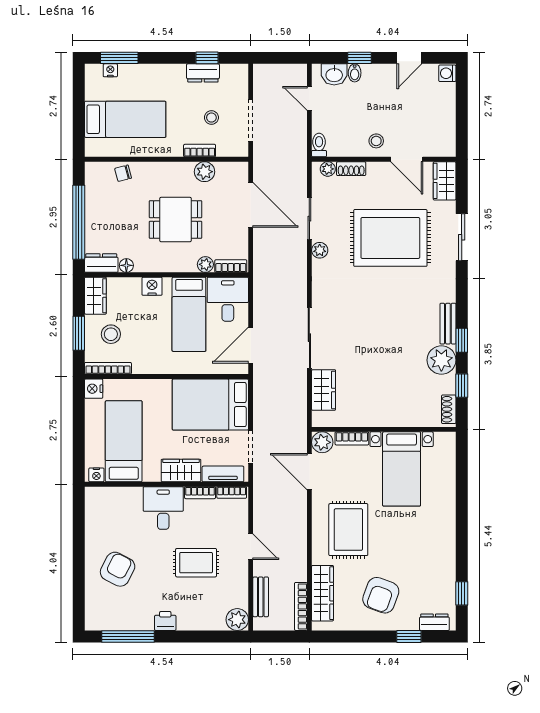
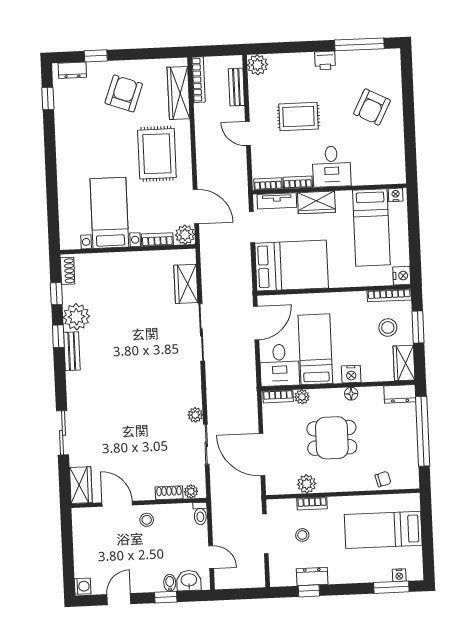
rug: (390, 238) -> (129, 429), removed
floor lamp: (126, 265) -> (351, 394), moved

